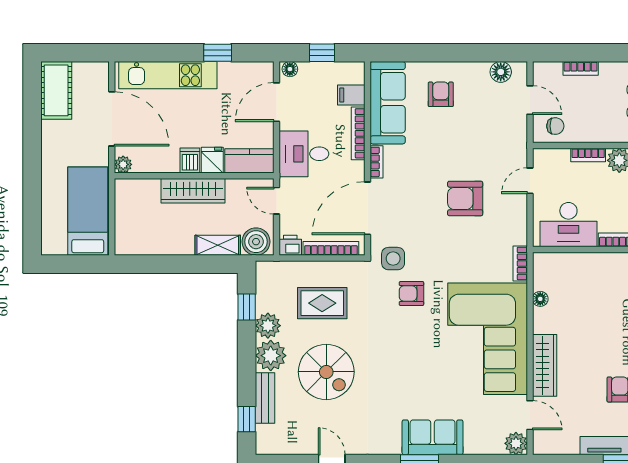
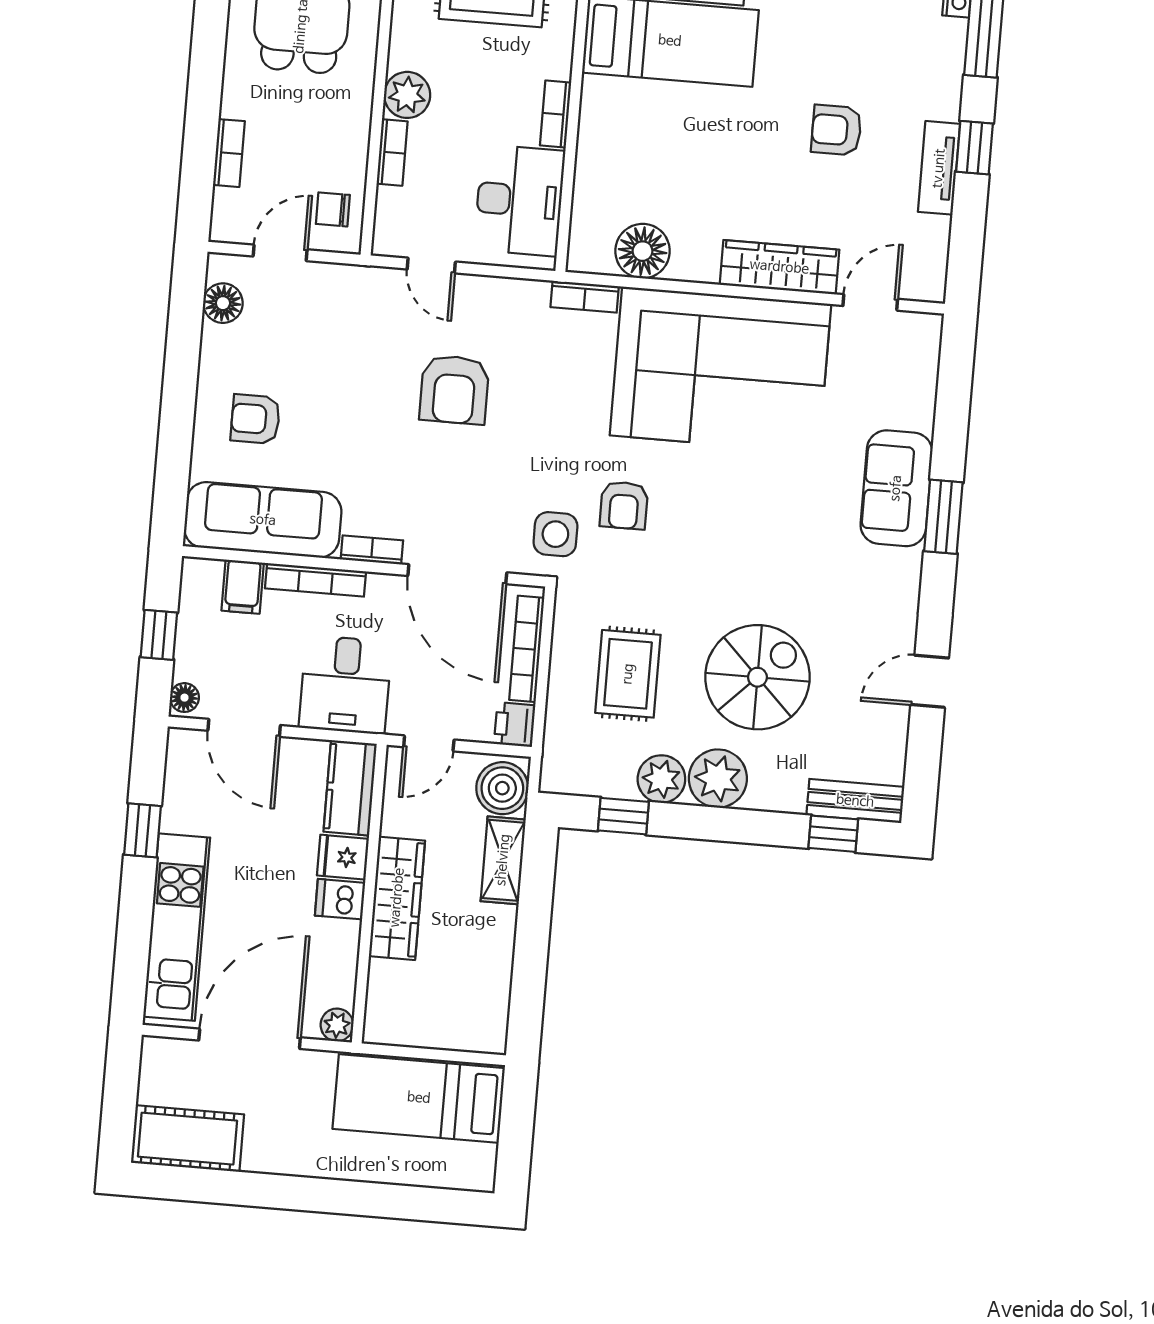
chair: (555, 126) -> (333, 209), turned -90
floor lamp: (540, 299) -> (643, 251), width x1.89, depth x1.89
bench: (265, 398) -> (855, 801), moved
plant: (516, 443) -> (921, 333), removed

